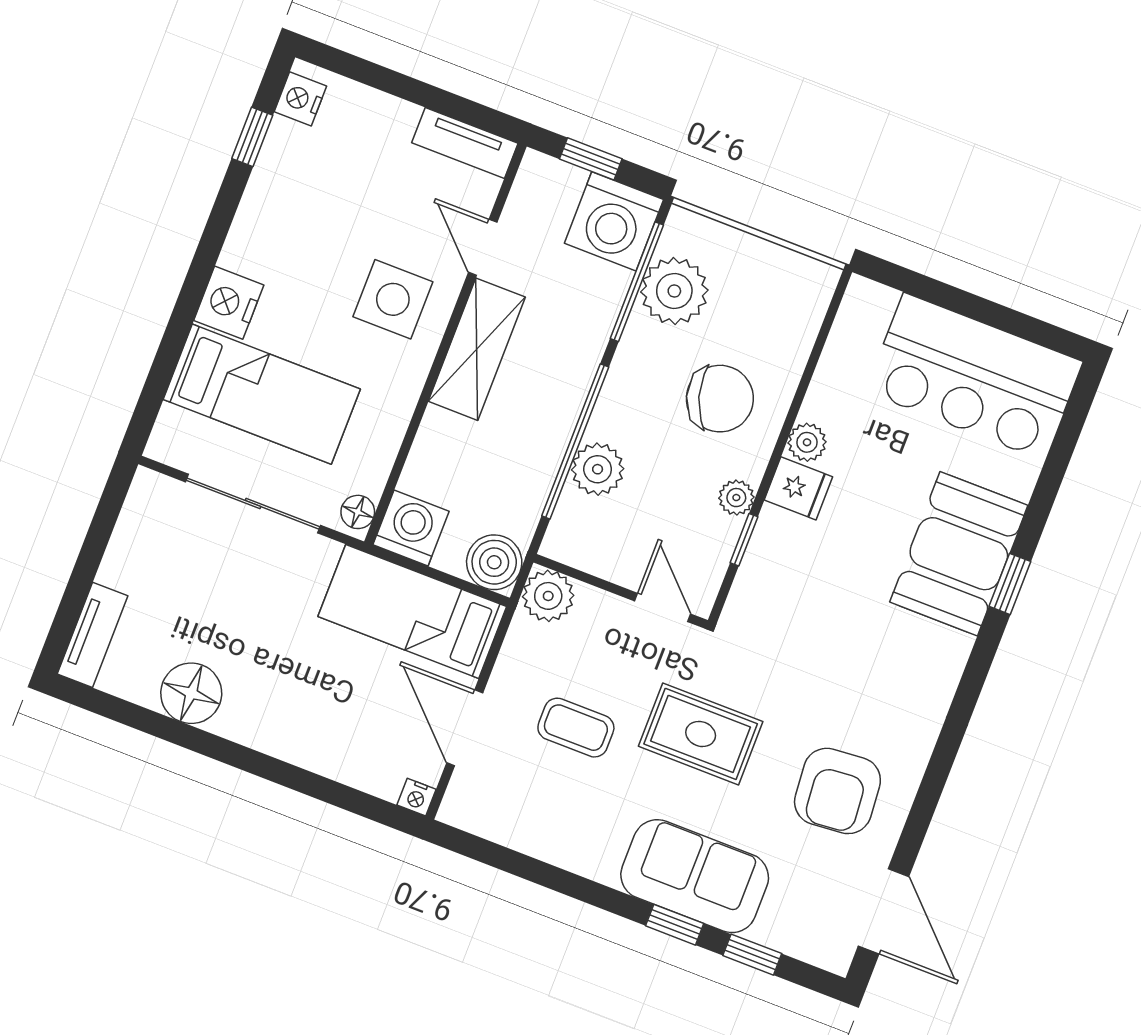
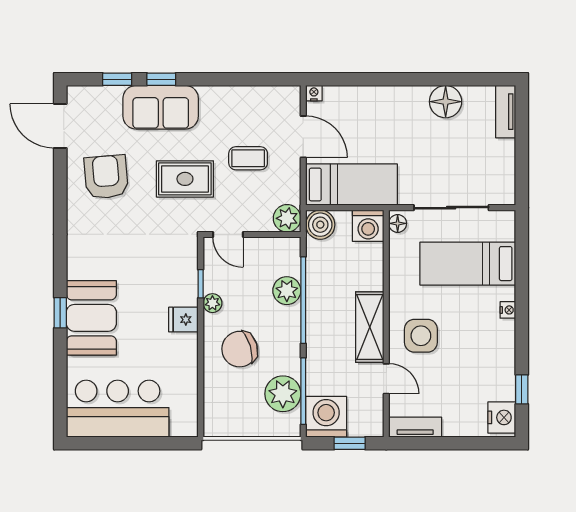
nightstand: (300, 99) -> (502, 417), width x1.36, depth x1.33
nightstand: (229, 303) -> (508, 310), width x0.53, depth x0.56
plant: (807, 442) -> (188, 344), removed

